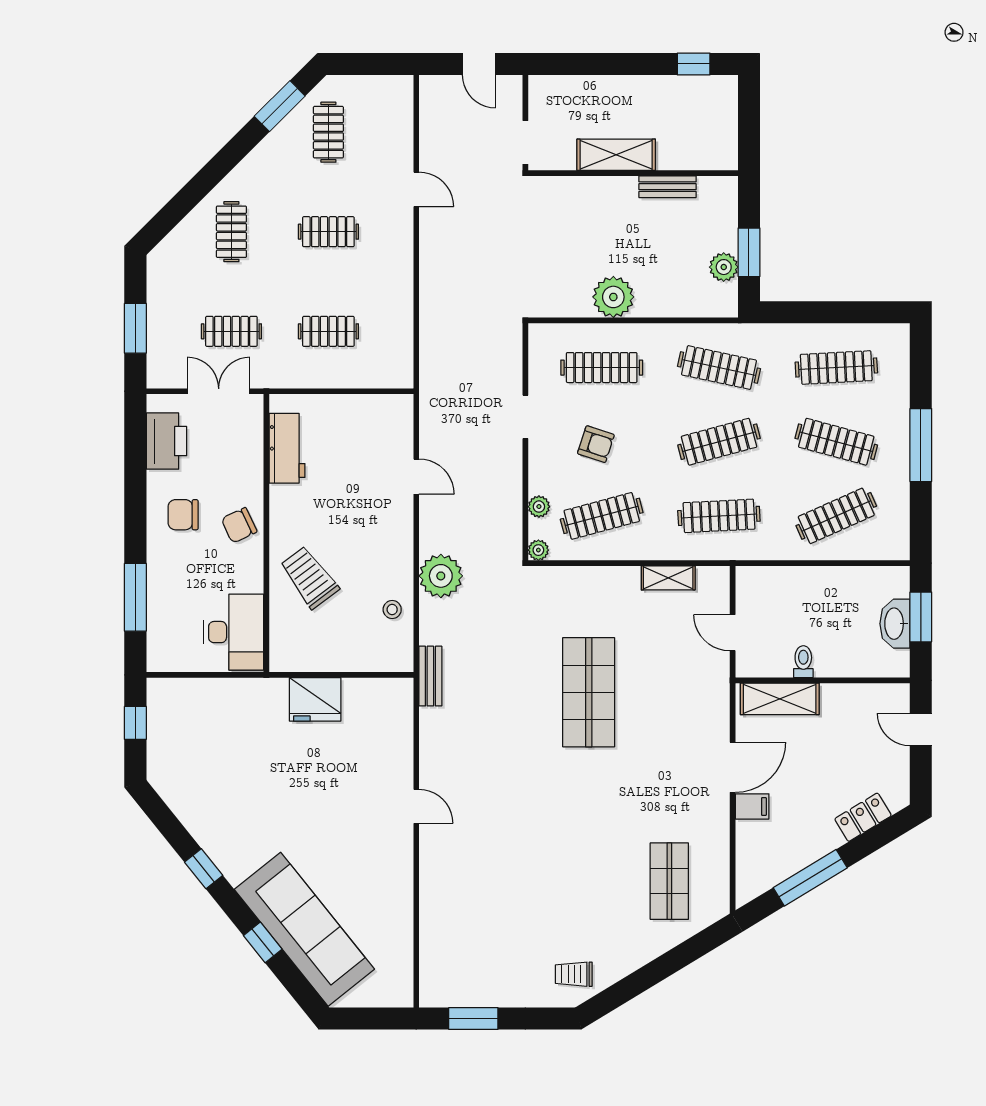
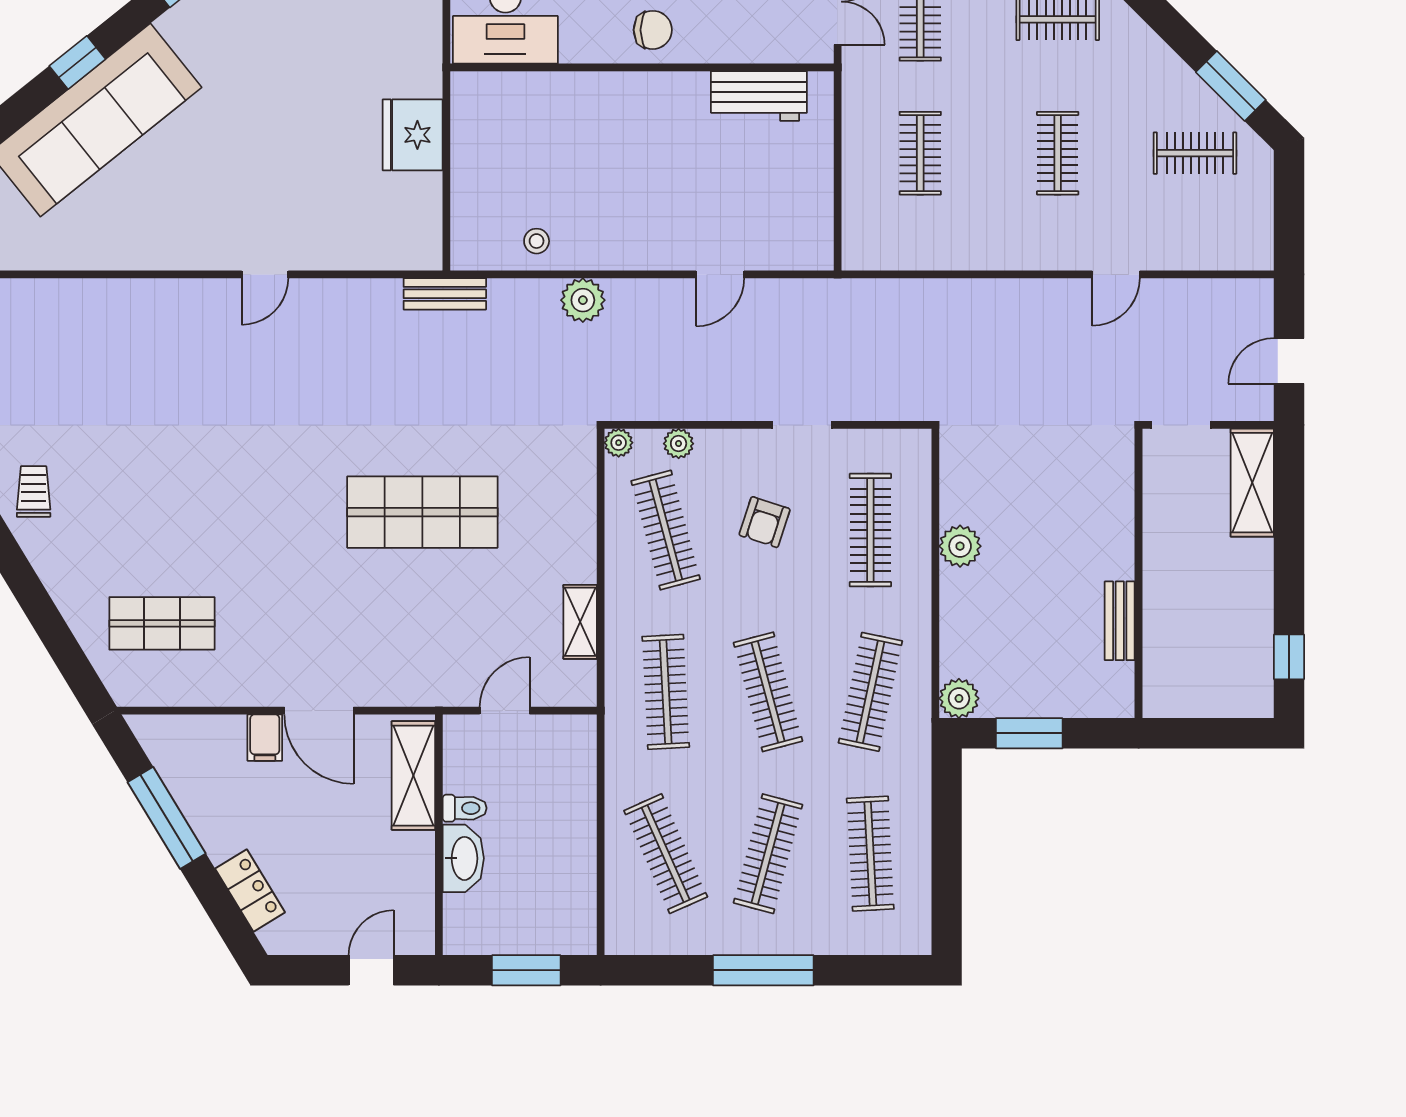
shelving: (616, 155) -> (1252, 483), moved
plant: (724, 267) -> (959, 698), moved
plant: (613, 297) -> (960, 546), width x0.73, depth x0.73
chair: (239, 525) -> (653, 30), turned 115
plant: (441, 576) -> (583, 300), width x0.73, depth x0.73
trolley: (309, 577) -> (581, 127), removed
washbasin: (895, 624) -> (463, 858), moved, turned 90

